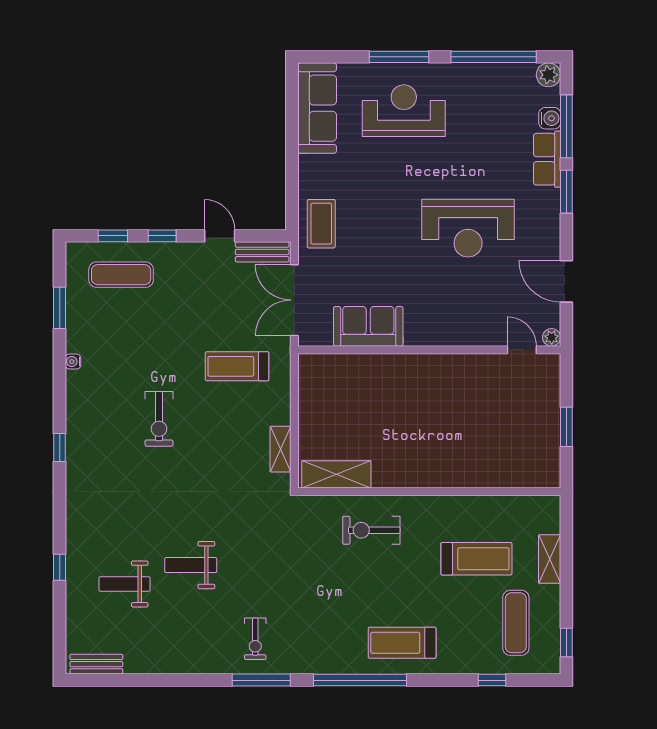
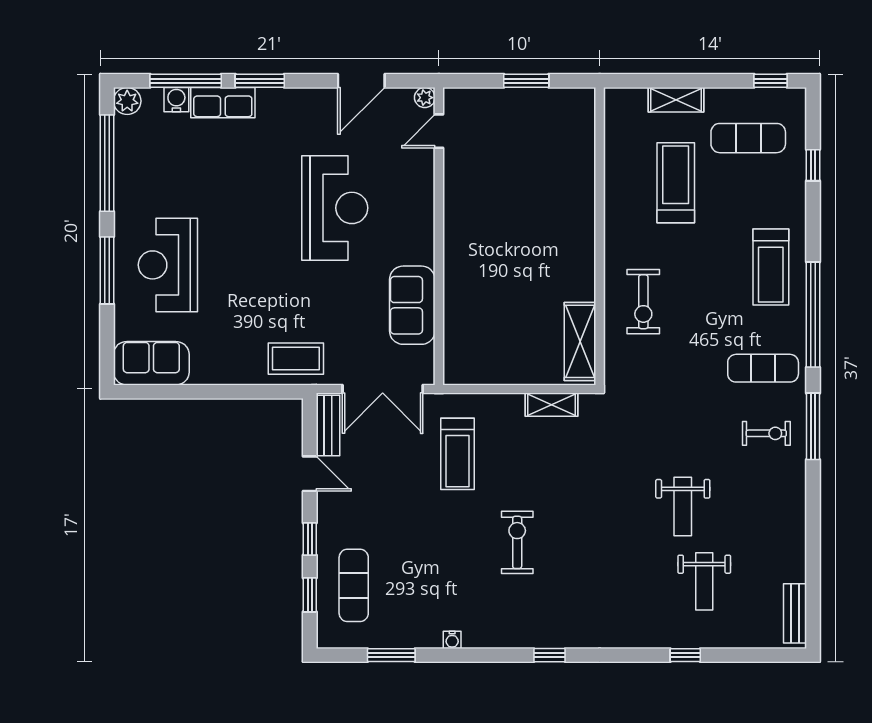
sofa: (317, 108) -> (151, 363), width x0.73
reception desk: (468, 228) -> (335, 208), moved
door: (220, 236) -> (310, 474), swing flipped
exercise bike: (159, 419) -> (517, 542), turned -90
exercise mat: (313, 636) -> (763, 368), added

